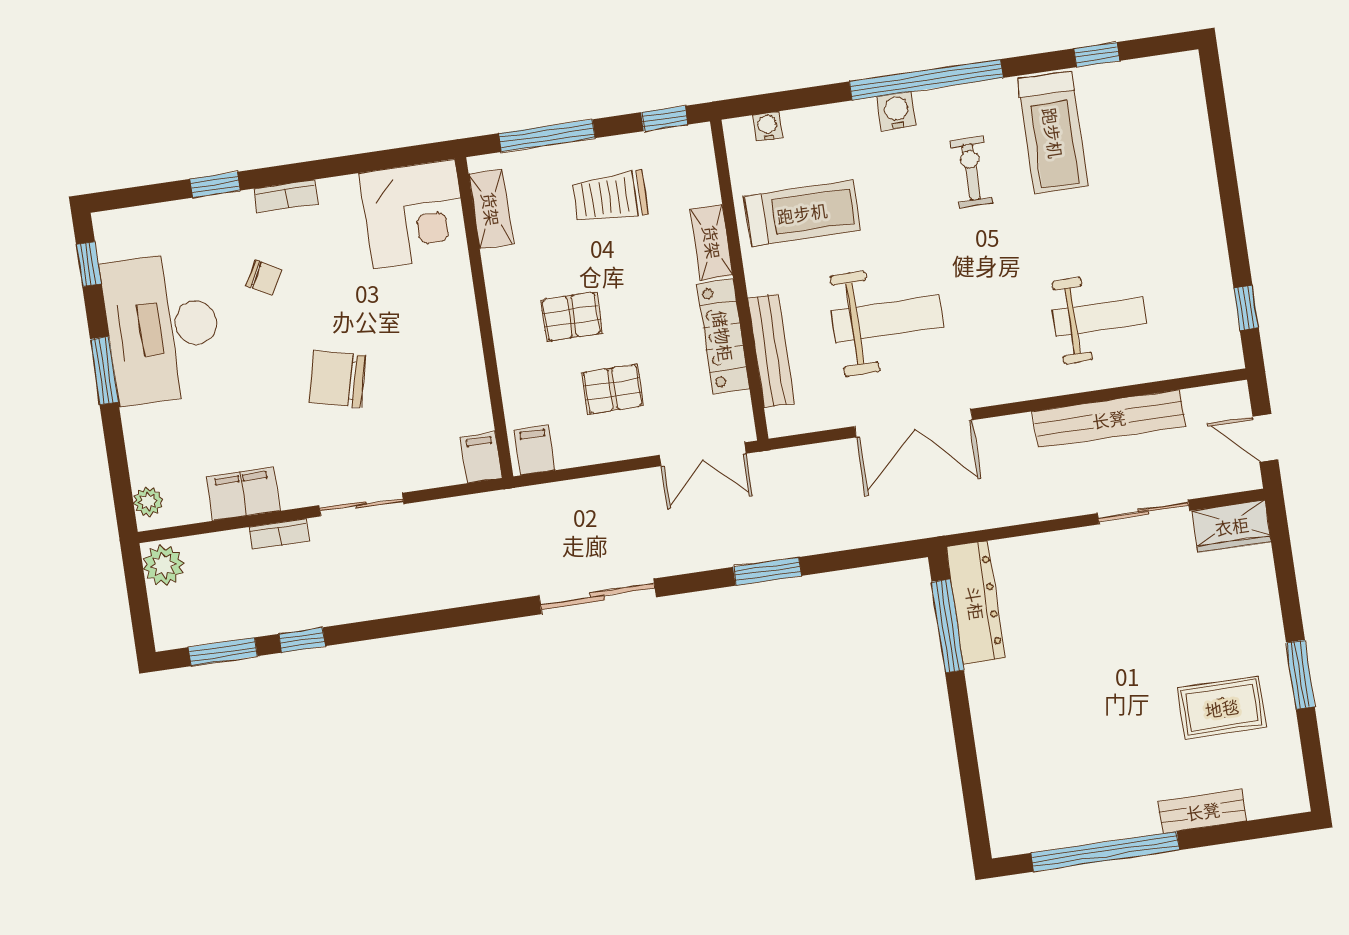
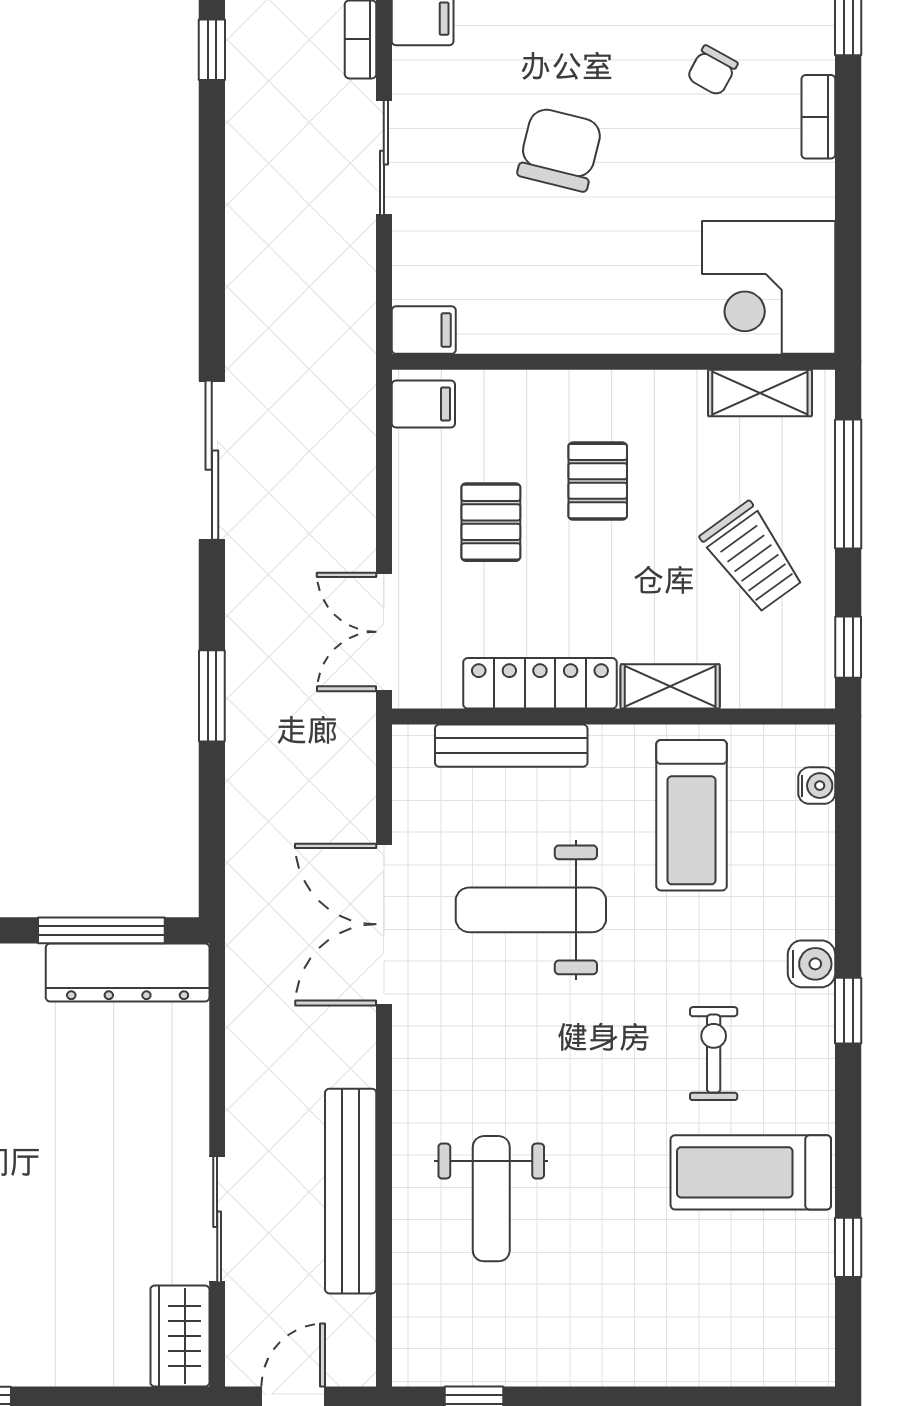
window: (926, 80) -> (848, 1011), width x0.32
exercise bike: (971, 172) -> (714, 1054), turned -90
trolley: (610, 197) -> (752, 557), turned 144
weight bench: (887, 319) -> (531, 910), turned 90

